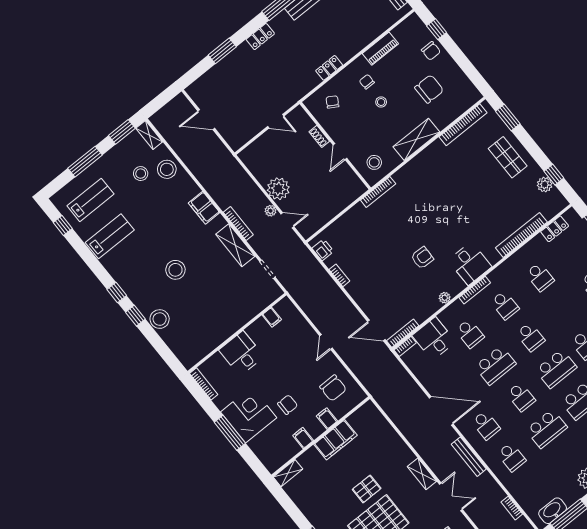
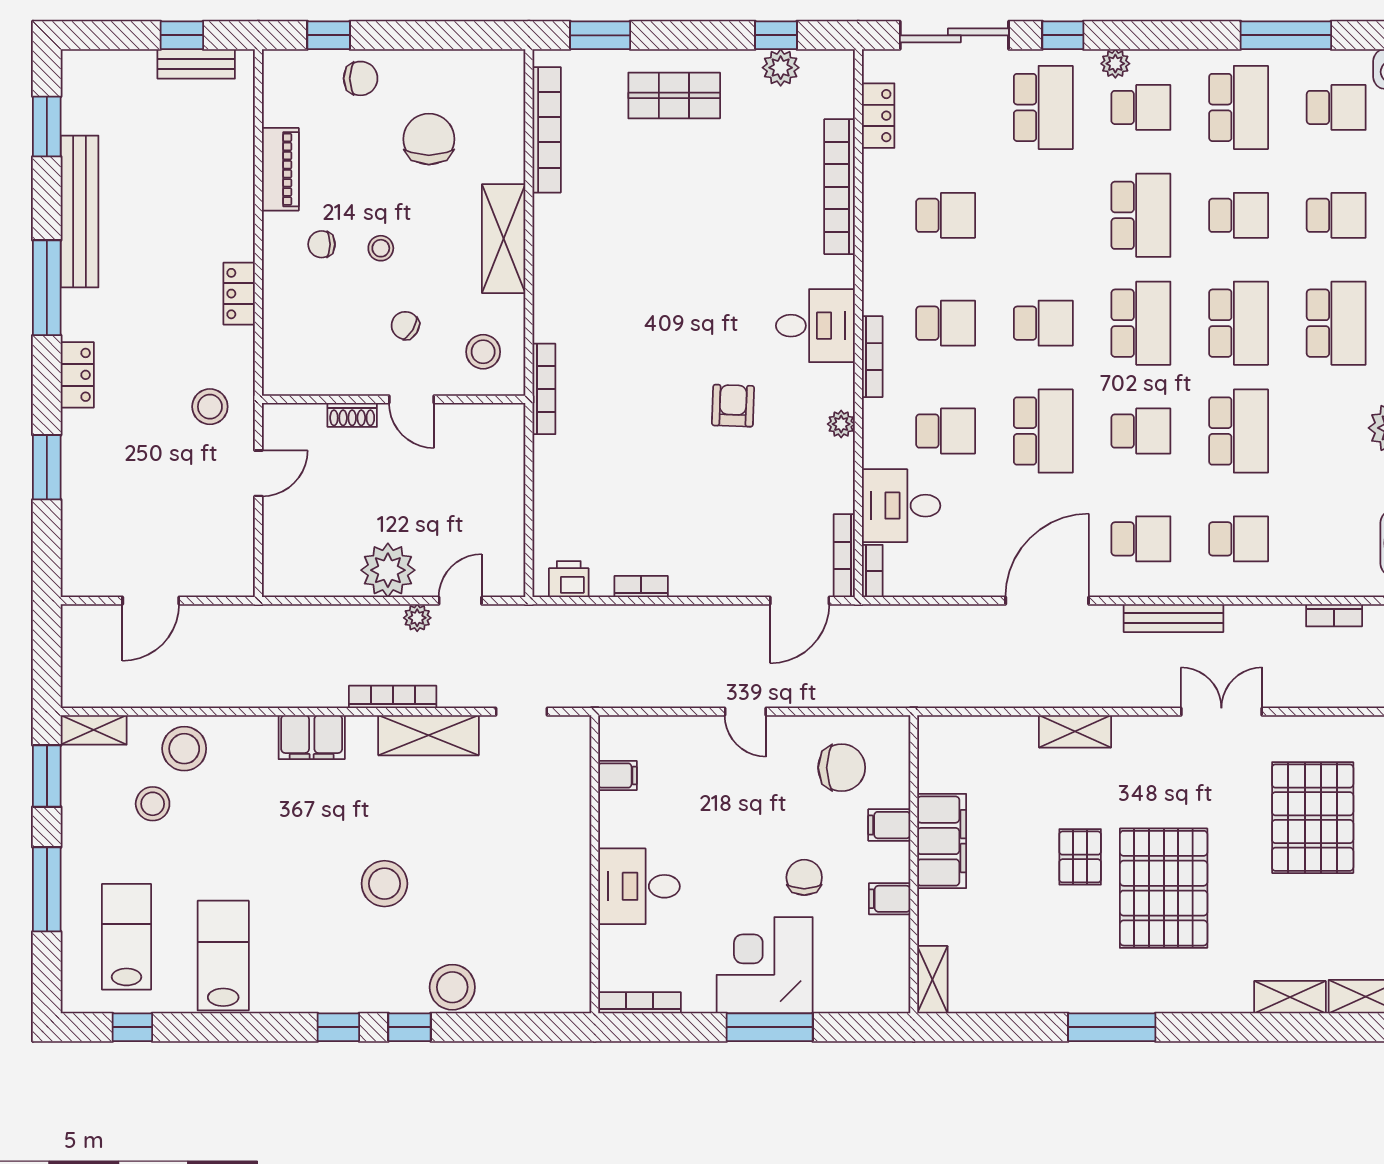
stool: (285, 88) -> (210, 407), added
chair: (332, 102) -> (405, 325), moved
shelving: (422, 474) -> (1075, 731), moved

